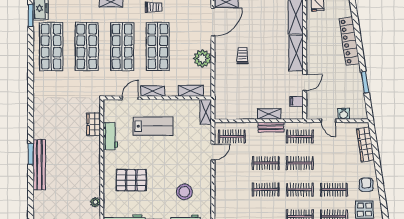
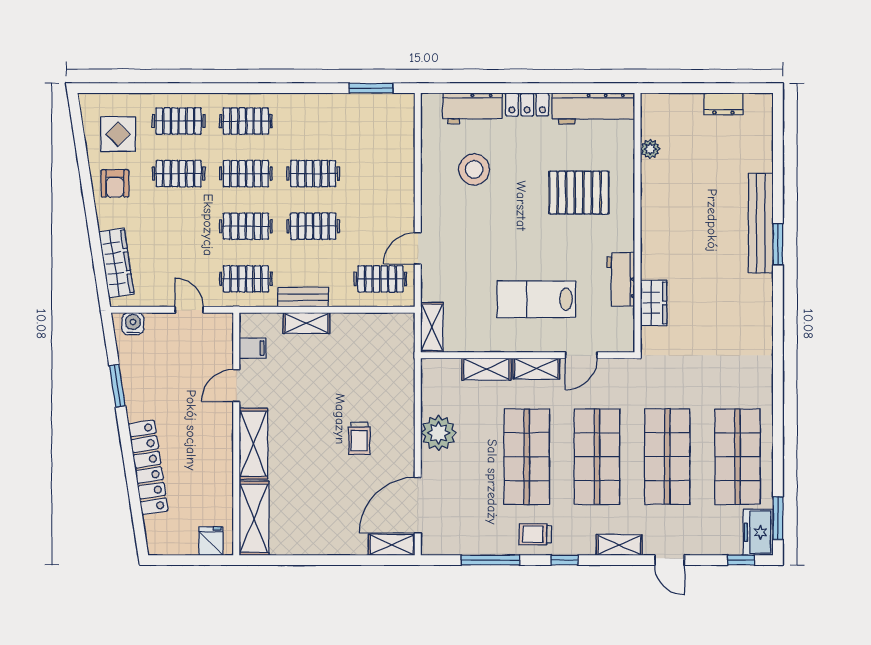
shelving: (191, 91) -> (487, 369), moved
water cooler: (344, 114) -> (133, 324), moved

